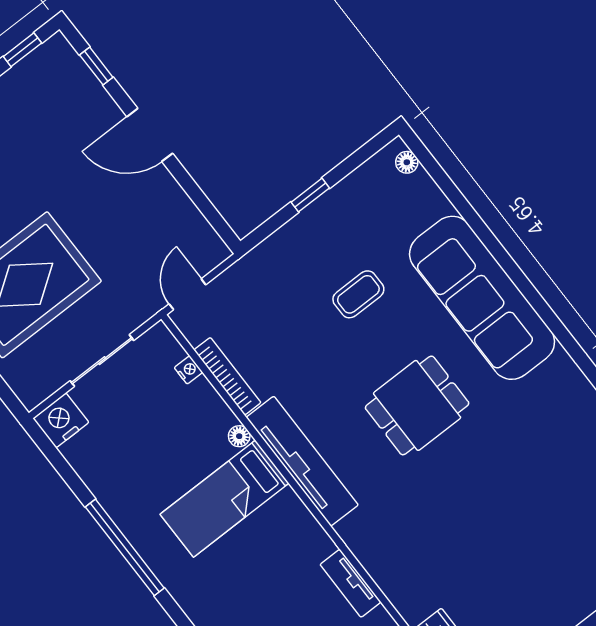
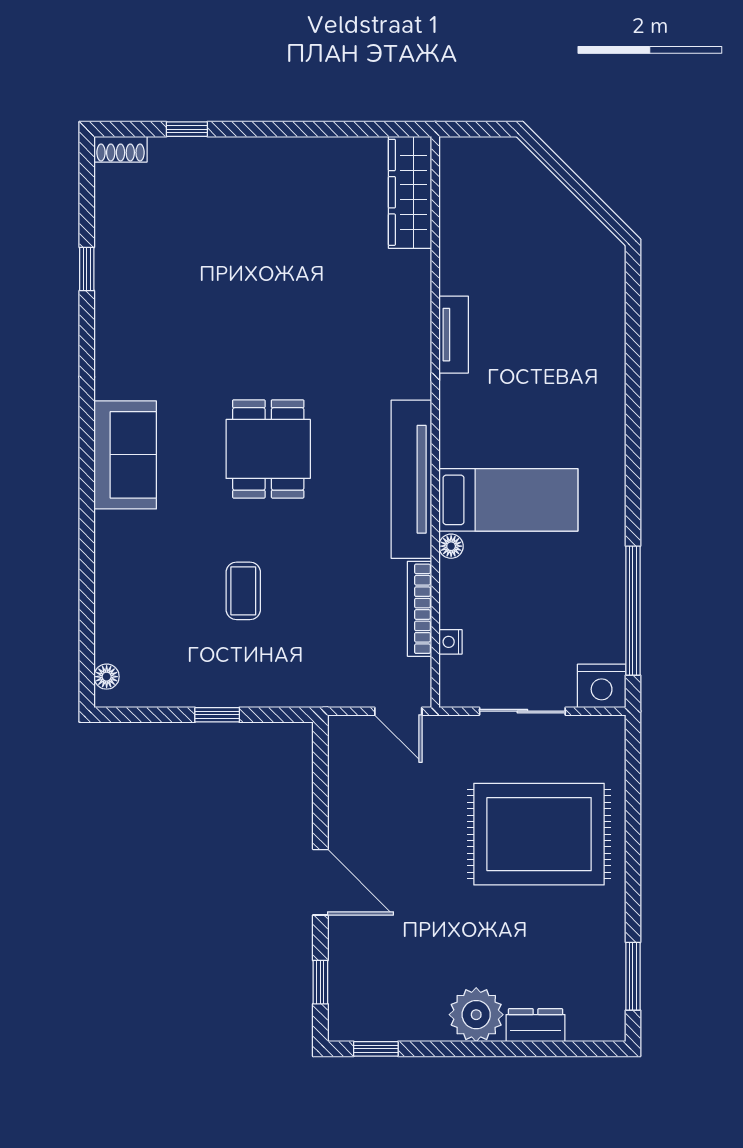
door: (187, 294) -> (398, 711), hinge flipped
coffee table: (358, 294) -> (243, 591), turned 90
sofa: (482, 298) -> (125, 455), width x0.54, depth x0.79
dining table: (417, 405) -> (268, 449), turned 90
window: (125, 547) -> (633, 611), moved

